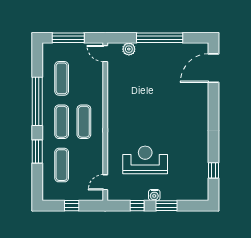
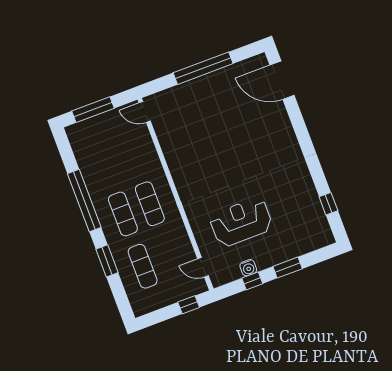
plant: (129, 49) -> (171, 96), removed
door: (214, 68) -> (282, 80), hinge flipped
exercise mat: (62, 78) -> (103, 162), removed
door: (105, 182) -> (203, 267), hinge flipped
water cooler: (154, 195) -> (248, 268), moved
window: (72, 206) -> (189, 305), moved

